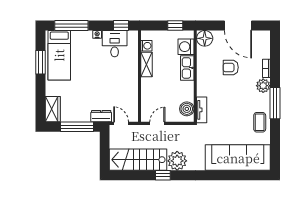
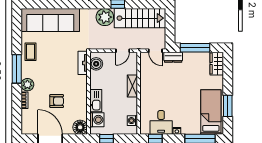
shelving: (147, 65) -> (132, 86), moved

